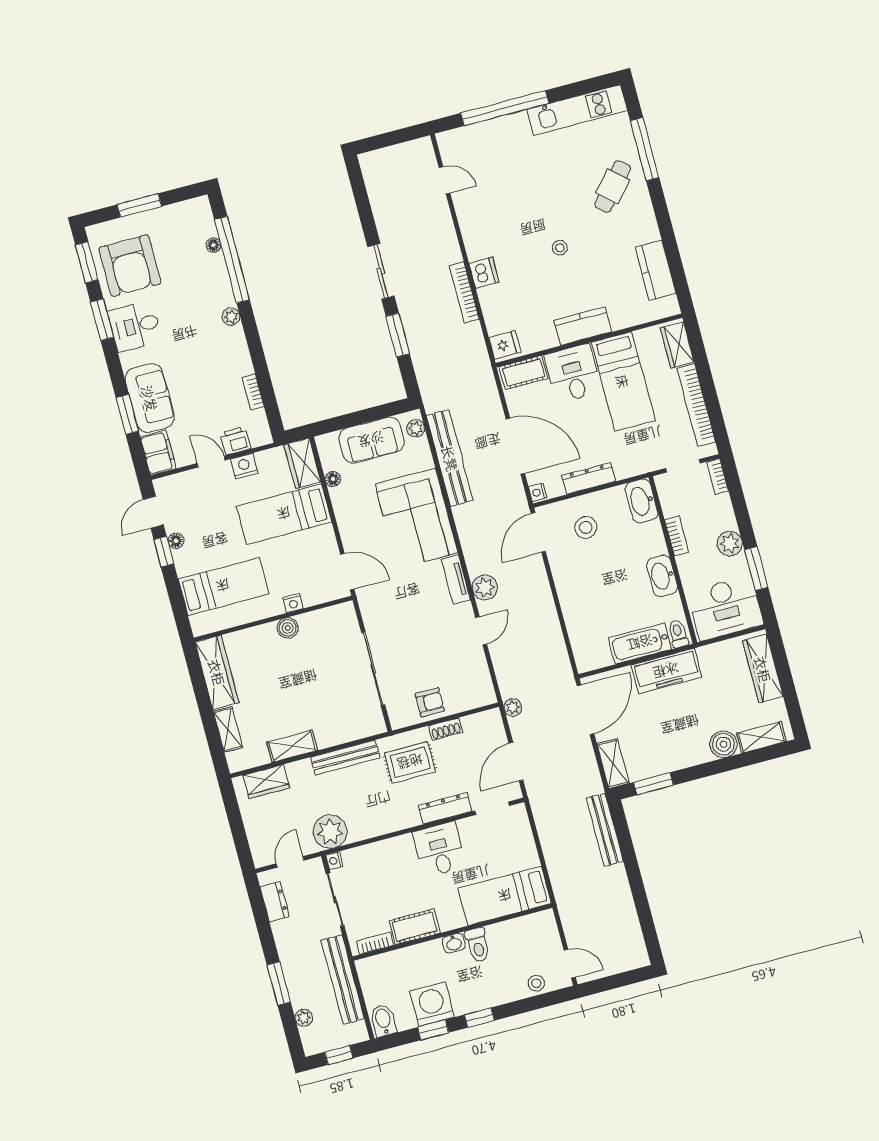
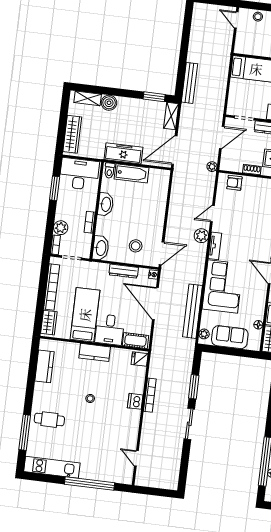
cafe table: (613, 186) -> (49, 420), turned 49
plant: (730, 544) -> (61, 228), moved
armchair: (430, 702) -> (234, 183), moved

